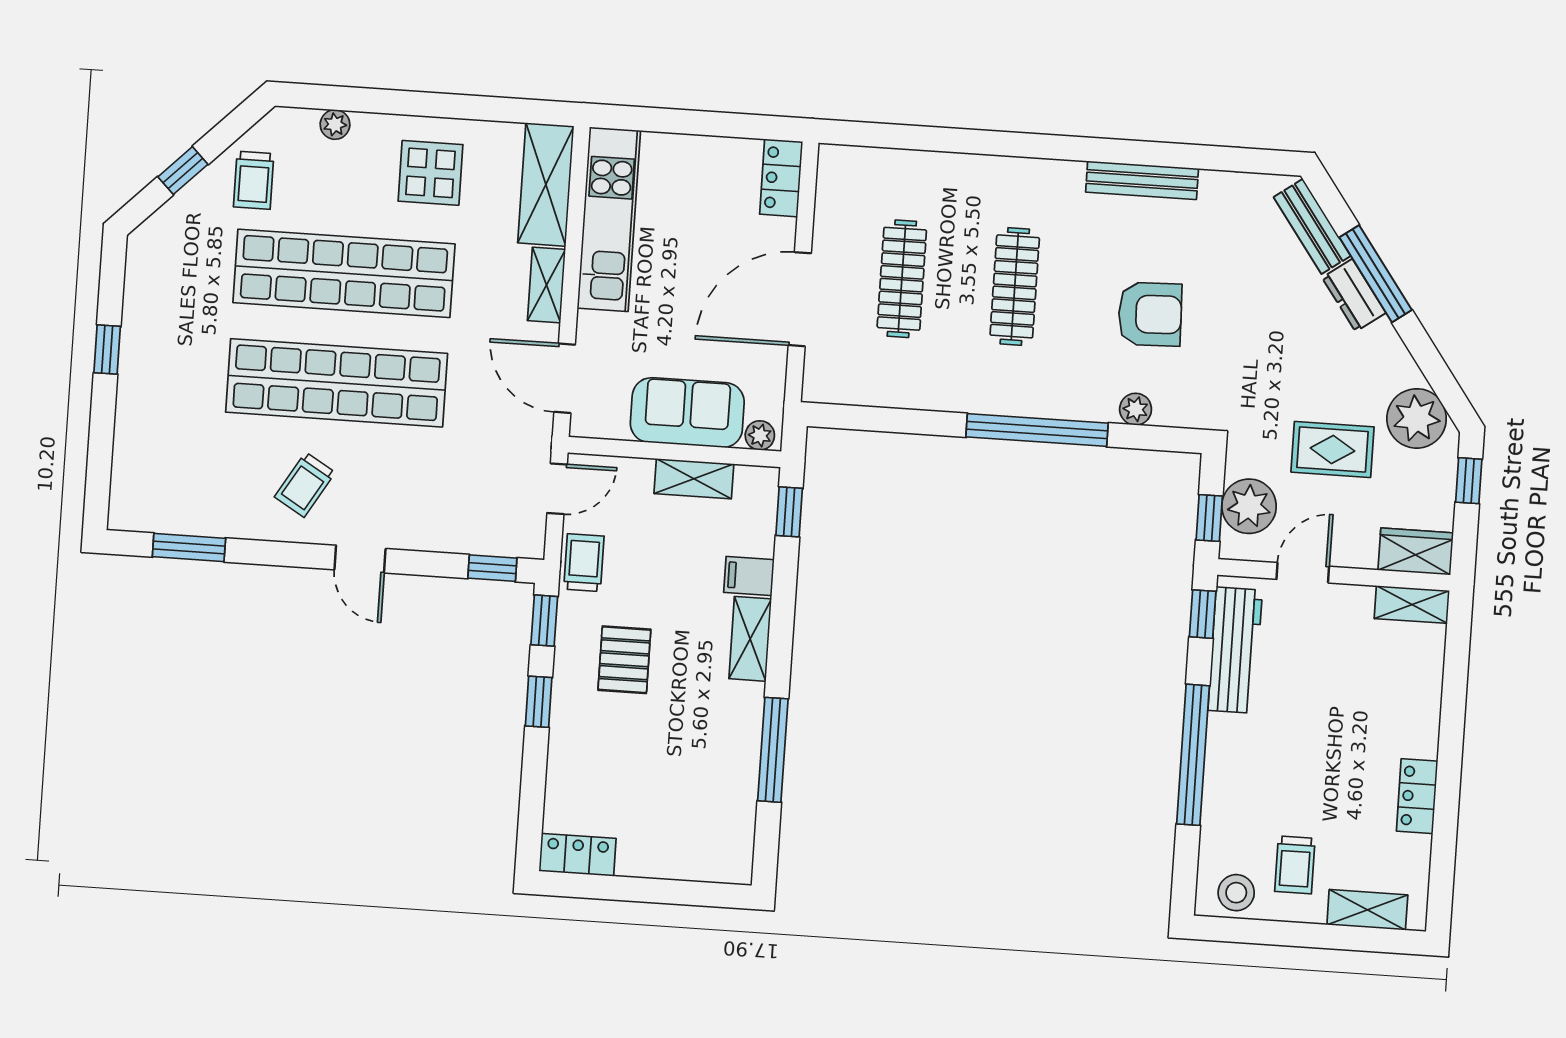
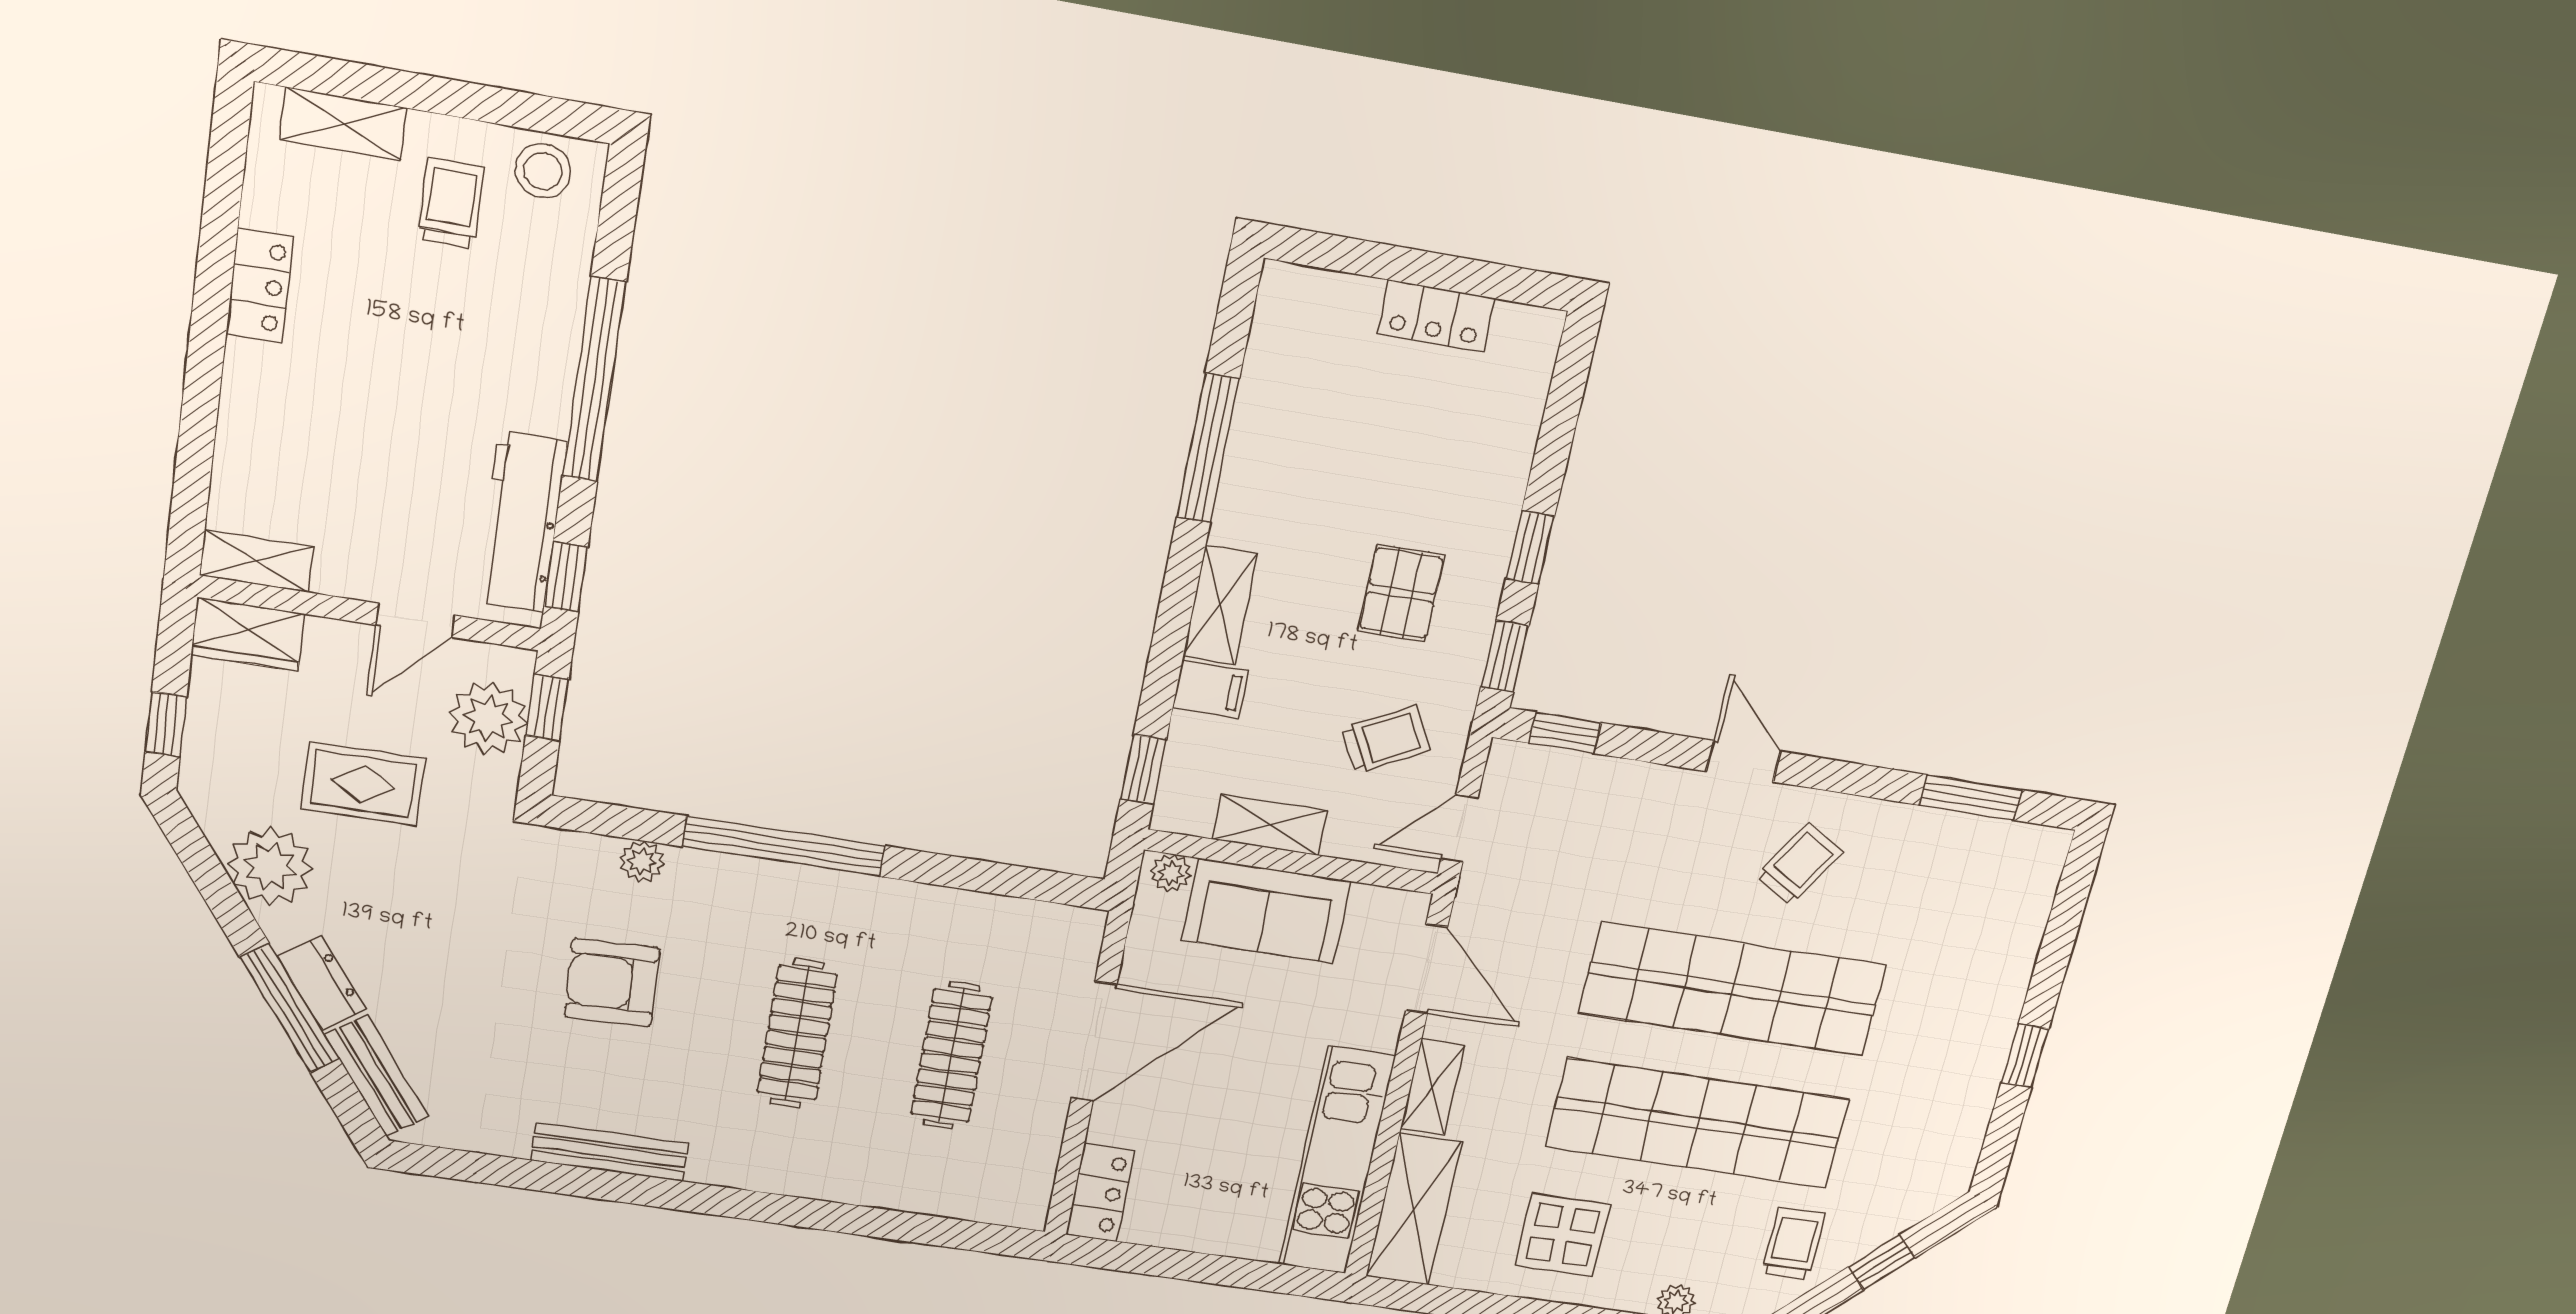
plant: (1417, 418) -> (270, 866), moved
trolley: (584, 563) -> (1386, 739), moved, turned -118
locker: (578, 855) -> (1436, 316), moved

